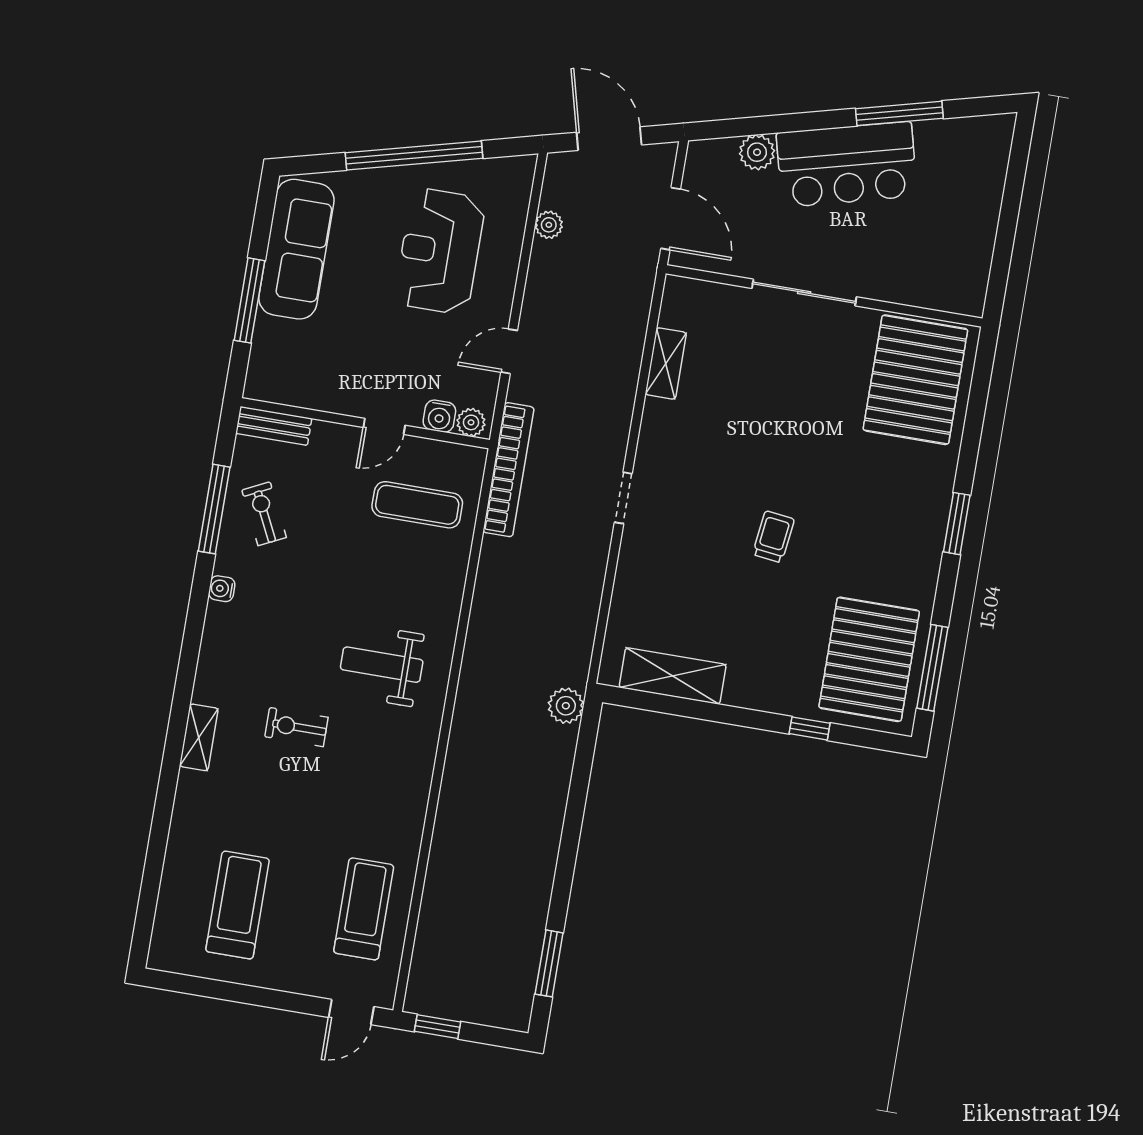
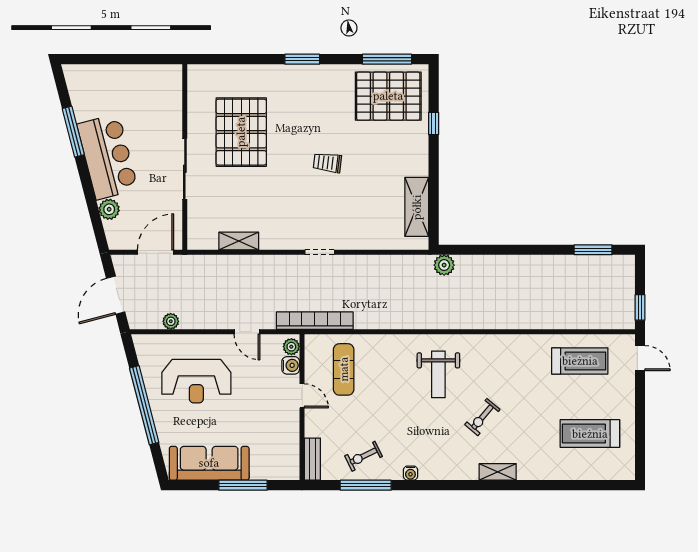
pallet: (915, 380) -> (241, 132), moved, turned 90
exercise bike: (296, 727) -> (482, 417), turned 40
treadmill: (364, 909) -> (580, 361), turned 180

